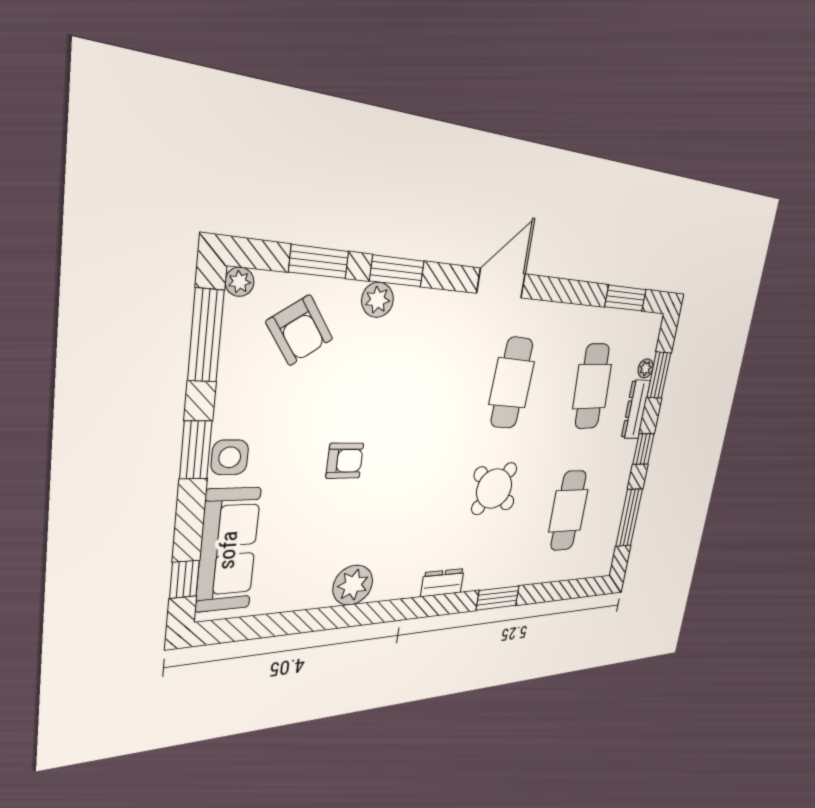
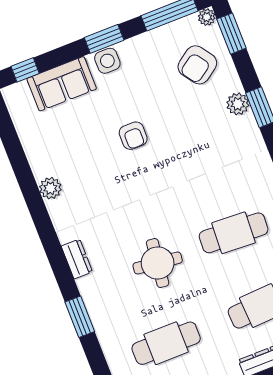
window: (319, 262) -> (231, 34), moved
round table: (494, 489) -> (158, 263), turned -32
sofa: (228, 550) -> (62, 84), width x0.73
plant: (353, 585) -> (50, 188), width x0.73, depth x0.73

